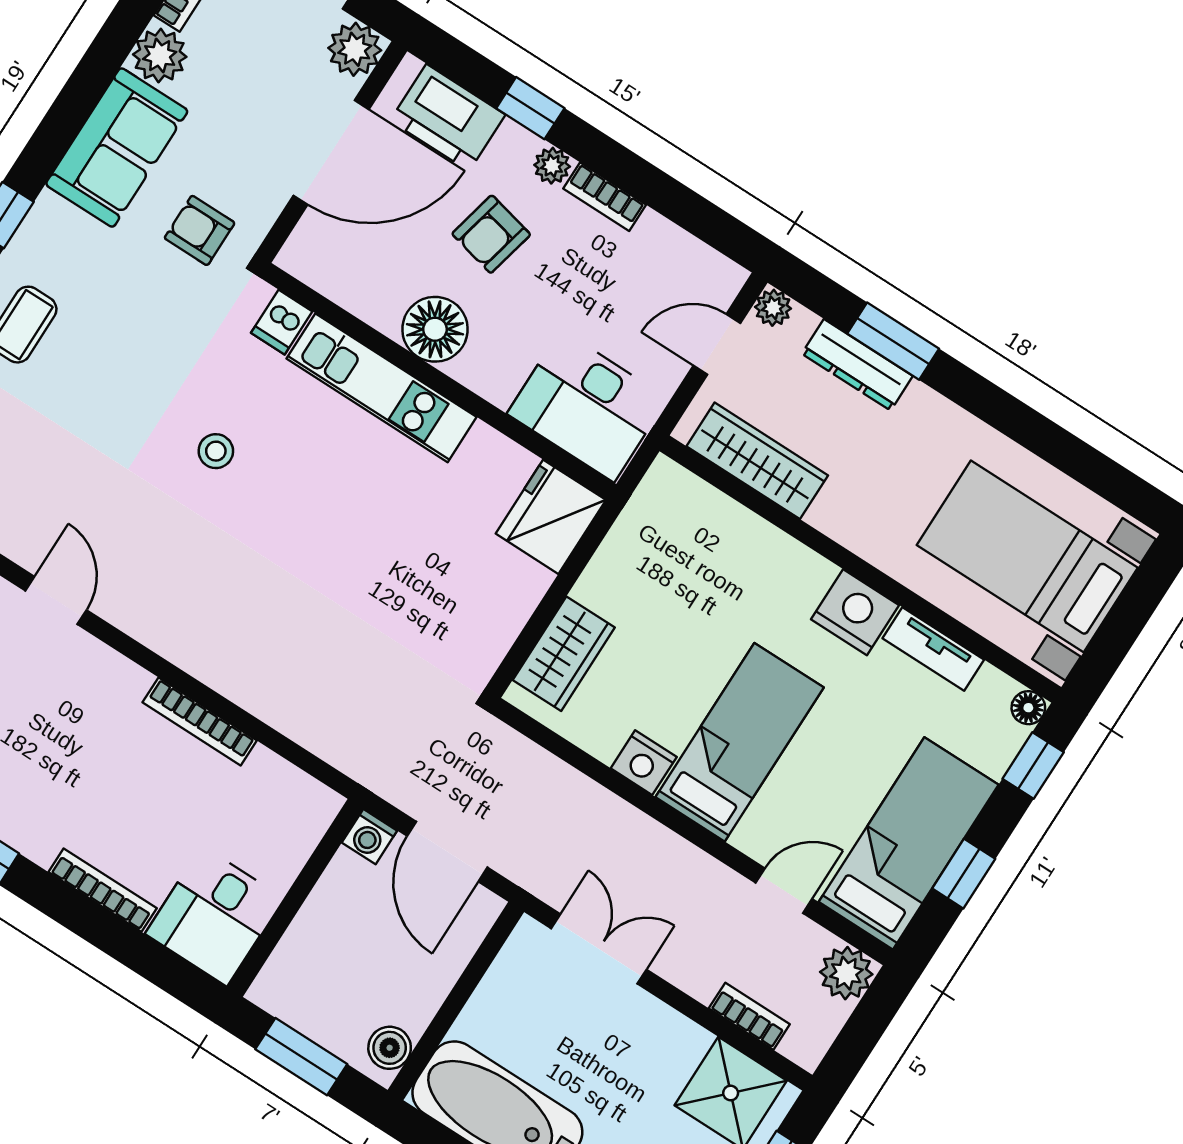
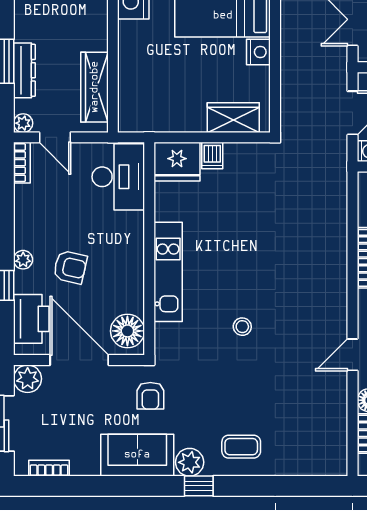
plant: (160, 56) -> (190, 462), moved
bookcase: (605, 197) -> (22, 163), moved
dishwasher: (282, 322) -> (212, 156), moved, turned 90
floor lamp: (435, 329) -> (127, 331), moved

